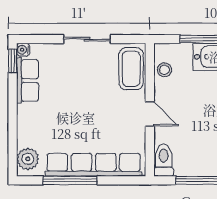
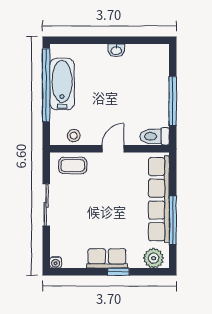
window: (13, 61) -> (118, 272), moved
coffee table: (131, 69) -> (73, 165), width x0.73, depth x0.77
row of seats: (28, 81) -> (107, 258), moved

